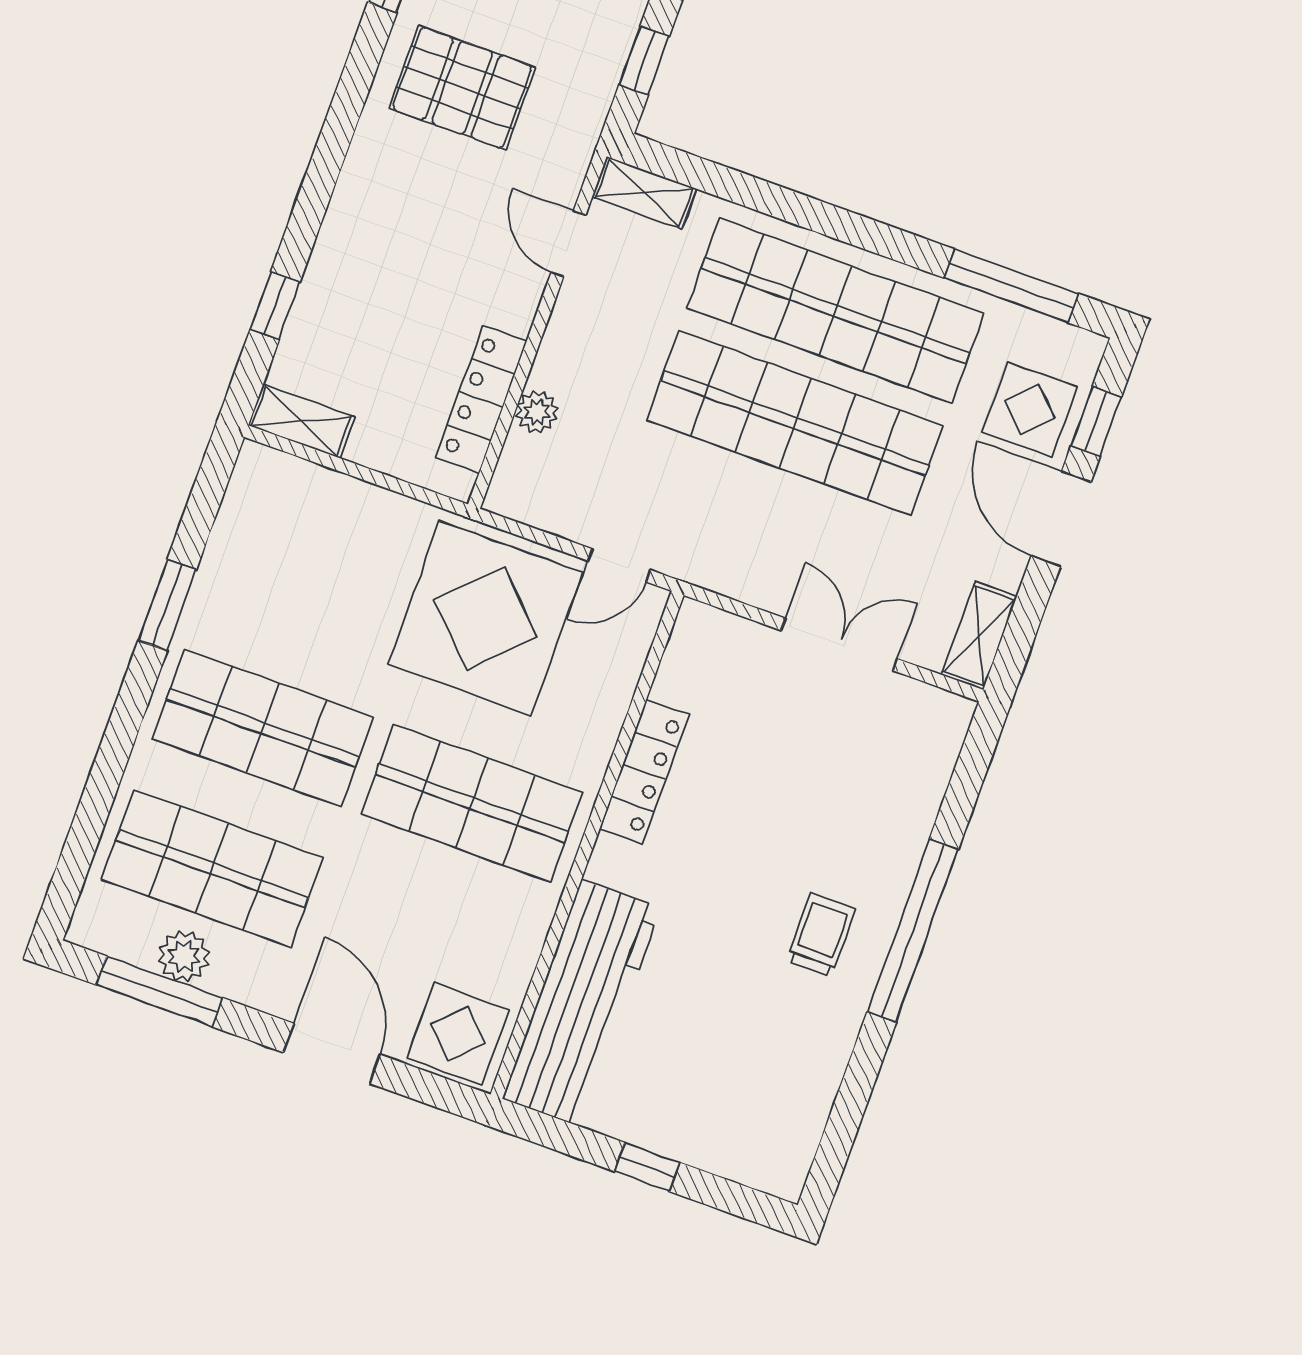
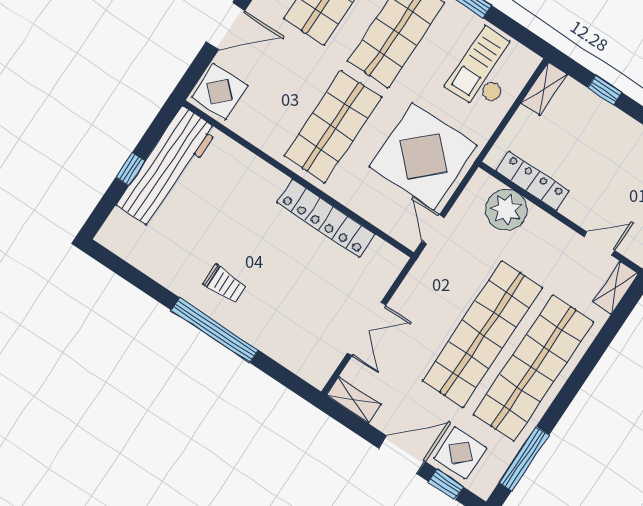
plant: (537, 412) -> (506, 210), width x1.88, depth x1.88
checkout: (293, 540) -> (486, 70), added
locker: (644, 772) -> (326, 218), width x1.41, depth x1.21
workbench: (582, 1003) -> (167, 167), moved, turned -90

